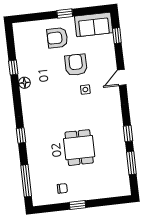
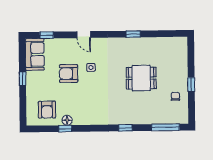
armchair: (57, 38) -> (47, 110), moved
floor lamp: (25, 83) -> (67, 120), moved
window: (131, 163) -> (159, 34), removed

